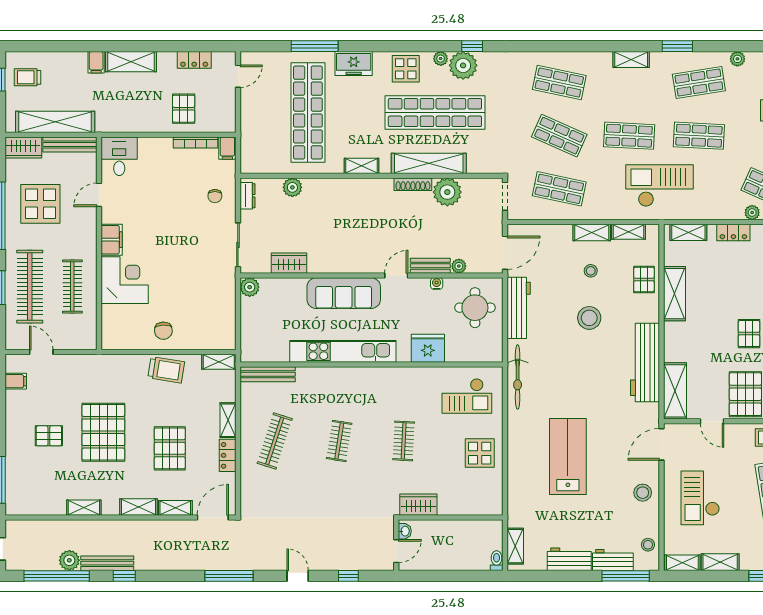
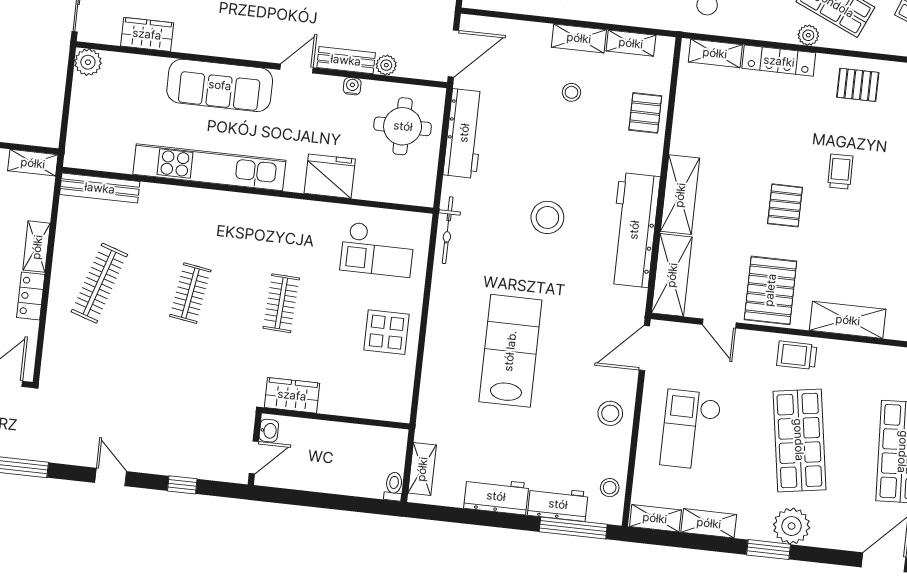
locker: (733, 233) -> (779, 61), width x1.53
shelving: (675, 294) -> (680, 195), moved
stool: (589, 318) -> (547, 217), moved
bicycle: (518, 377) -> (448, 230), width x0.73, depth x0.71

